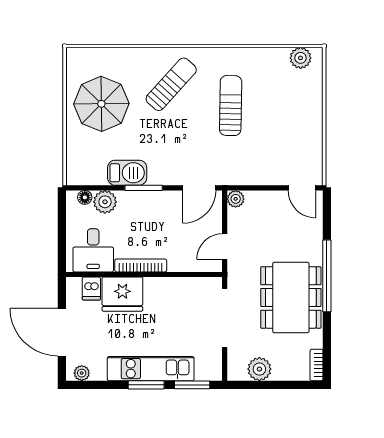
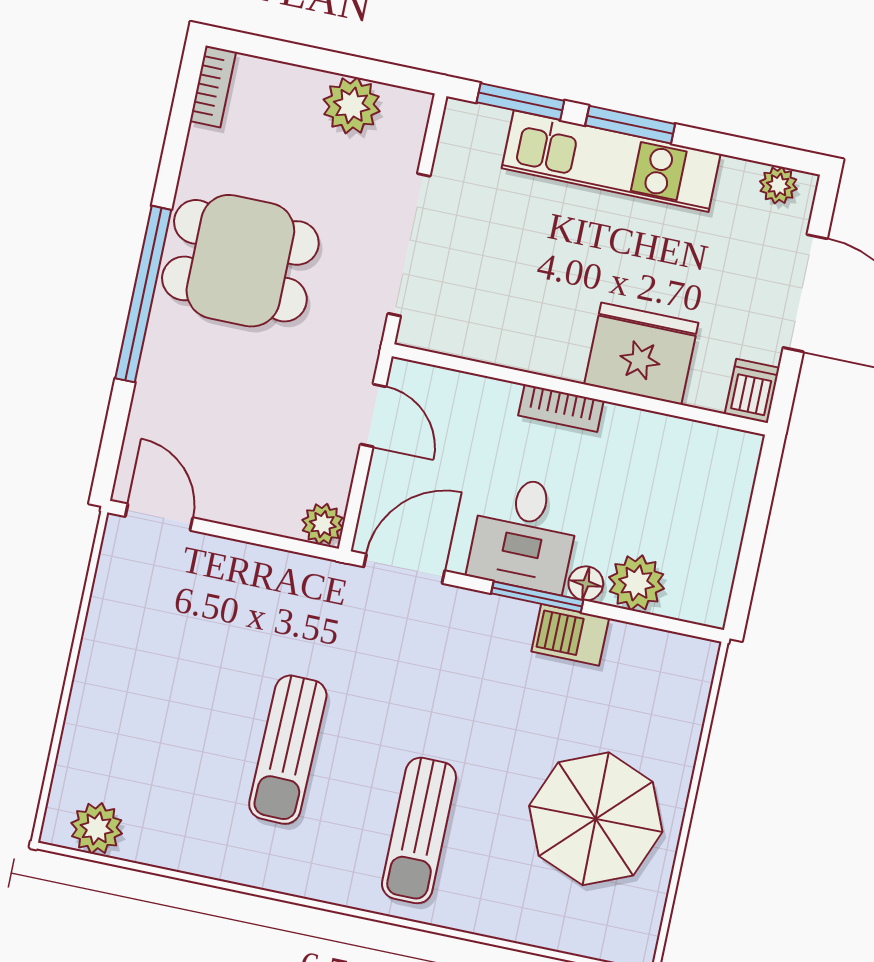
sun lounger: (171, 84) -> (419, 830), turned -42
barbecue: (127, 173) -> (570, 635), width x0.73, depth x0.79
floor lamp: (85, 197) -> (586, 583), moved
door: (225, 247) -> (373, 415), hinge flipped
desk: (93, 250) -> (524, 534), moved, turned 180
bookcase: (141, 265) -> (561, 408), width x0.64
dishwasher: (91, 288) -> (752, 391), moved
dining table: (291, 297) -> (240, 261), width x0.73

